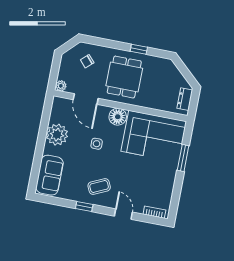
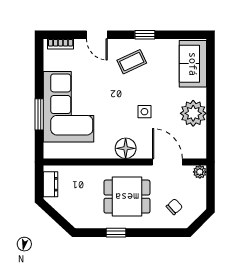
dining table: (124, 77) -> (127, 197), turned 90
corner sofa: (154, 136) -> (69, 107), moved, turned 90

